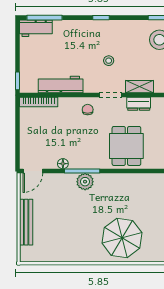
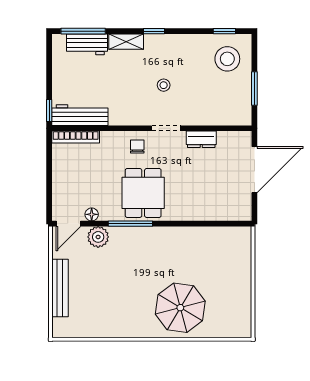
workbench: (36, 28) -> (87, 44), moved
workbench: (61, 85) -> (80, 115), moved
shelving: (139, 87) -> (126, 42), moved
dining table: (126, 146) -> (143, 193), moved
floor lamp: (63, 164) -> (92, 214), moved
plant: (85, 182) -> (98, 237), moved

